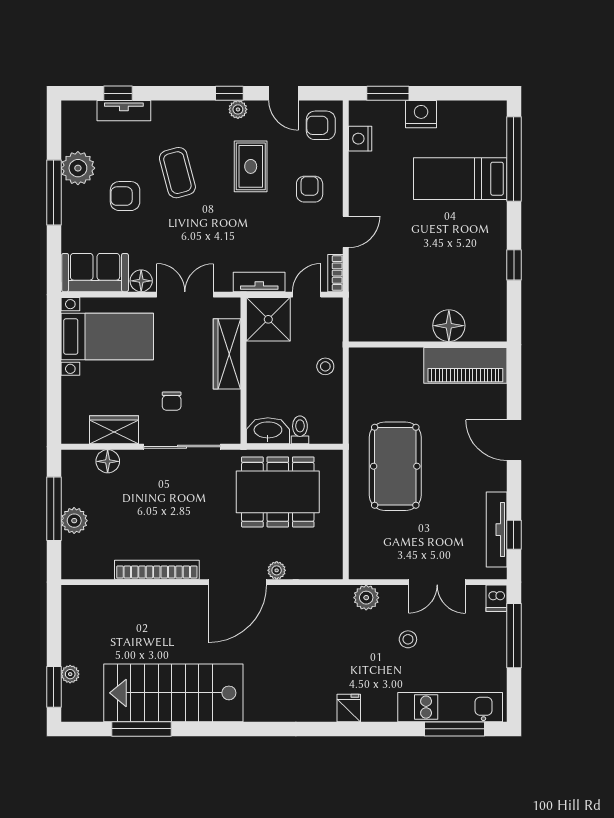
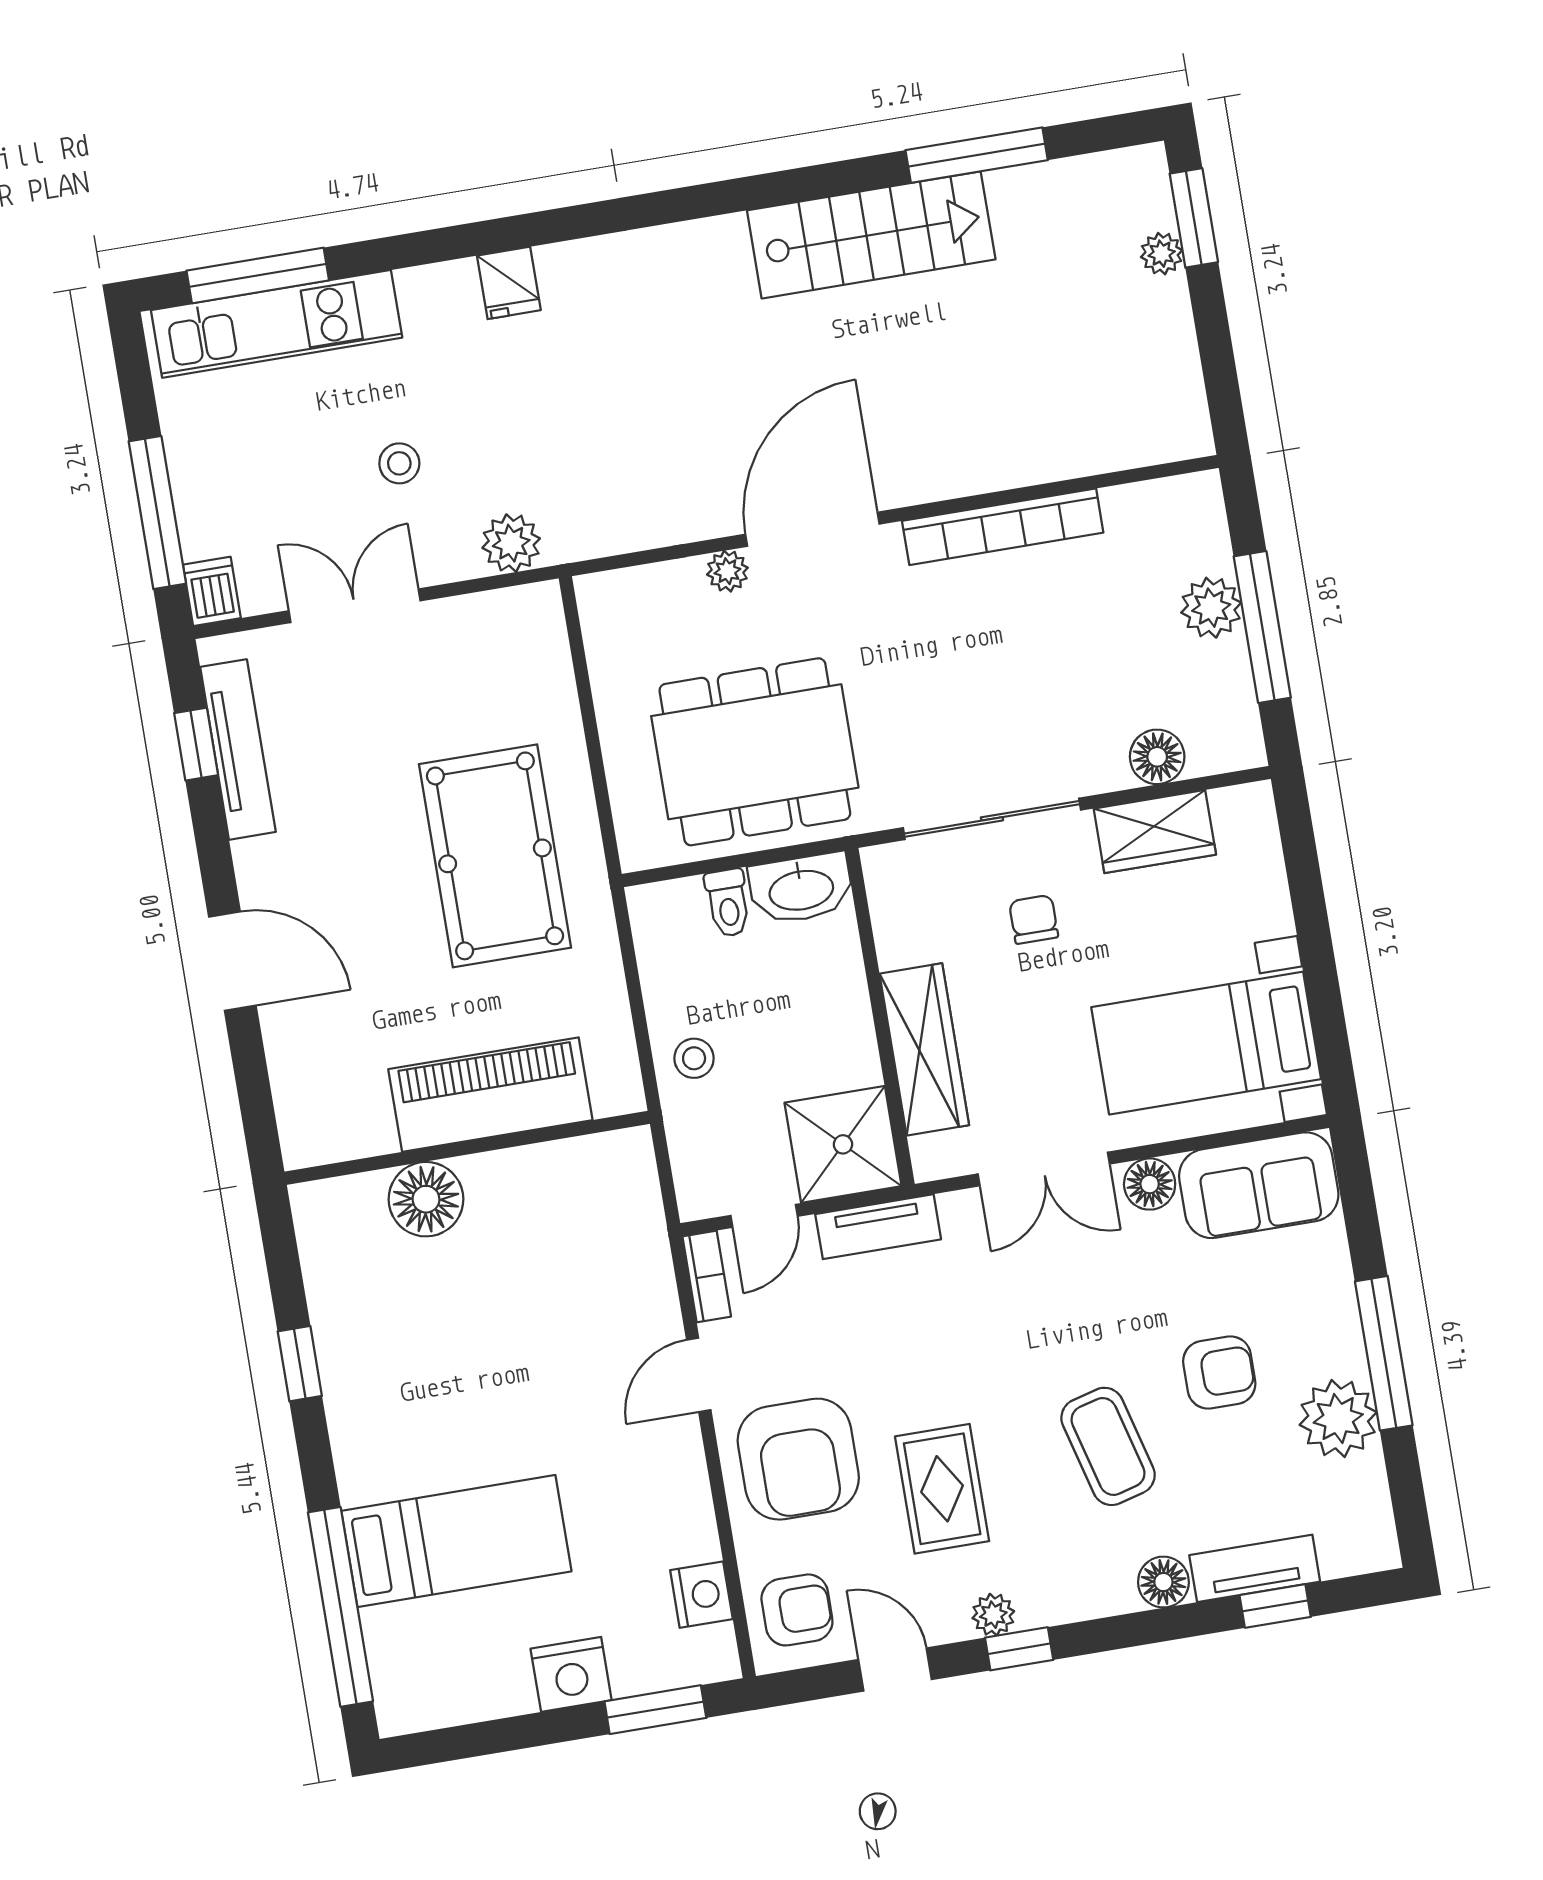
floor lamp: (164, 111) -> (1163, 1582), added
armchair: (310, 189) -> (798, 1459), width x1.88, depth x1.88
piano: (465, 365) -> (490, 1095), moved
stairs: (173, 693) -> (871, 235), width x0.73, depth x0.66

